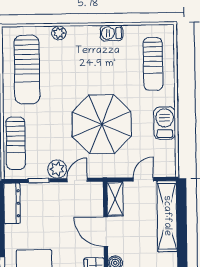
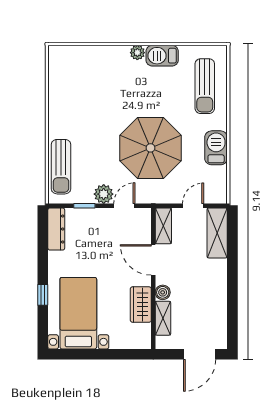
plant: (59, 33) -> (137, 53), moved
barbecue: (111, 33) -> (162, 56), width x1.38, depth x1.27
sun lounger: (27, 70) -> (74, 90), removed
shelving: (167, 216) -> (217, 233), width x0.68

